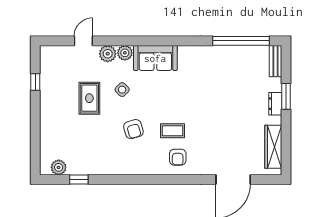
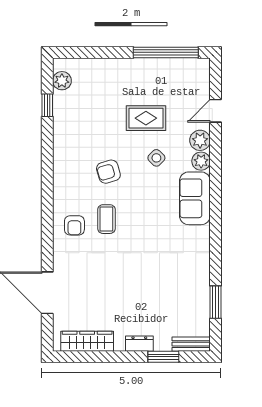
door: (83, 41) -> (216, 111), swing flipped
window: (241, 41) -> (216, 302), width x0.47
window: (35, 82) -> (166, 52), width x3.17
window: (286, 96) -> (163, 357), moved
armchair: (178, 157) -> (74, 225), turned -90

